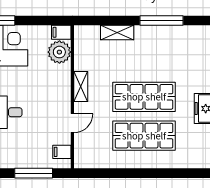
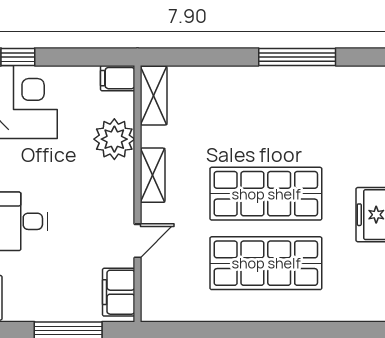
shelving: (117, 33) -> (154, 96), moved, turned 90
plant: (59, 52) -> (114, 139), moved
filing cabinet: (62, 152) -> (119, 292), width x2.00

